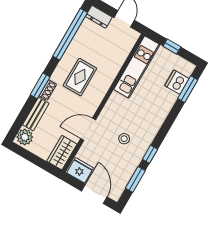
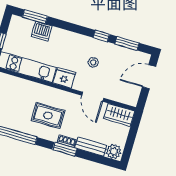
dishwasher: (177, 82) -> (42, 31), moved
fridge: (80, 170) -> (64, 78), moved, turned 90

